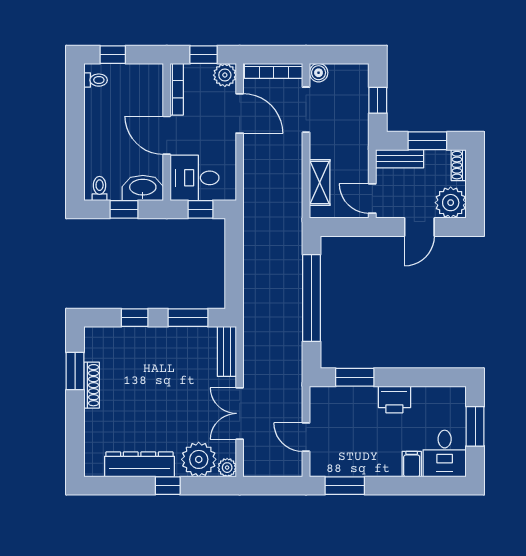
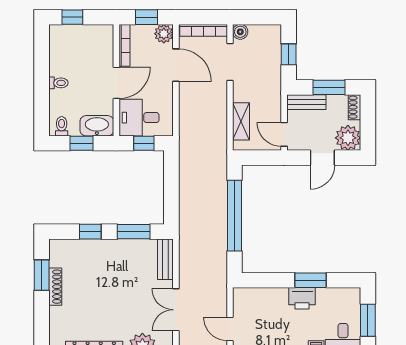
toilet: (96, 80) -> (58, 83), moved
door: (167, 135) -> (116, 83), swing flipped
window: (355, 377) -> (310, 280), moved

